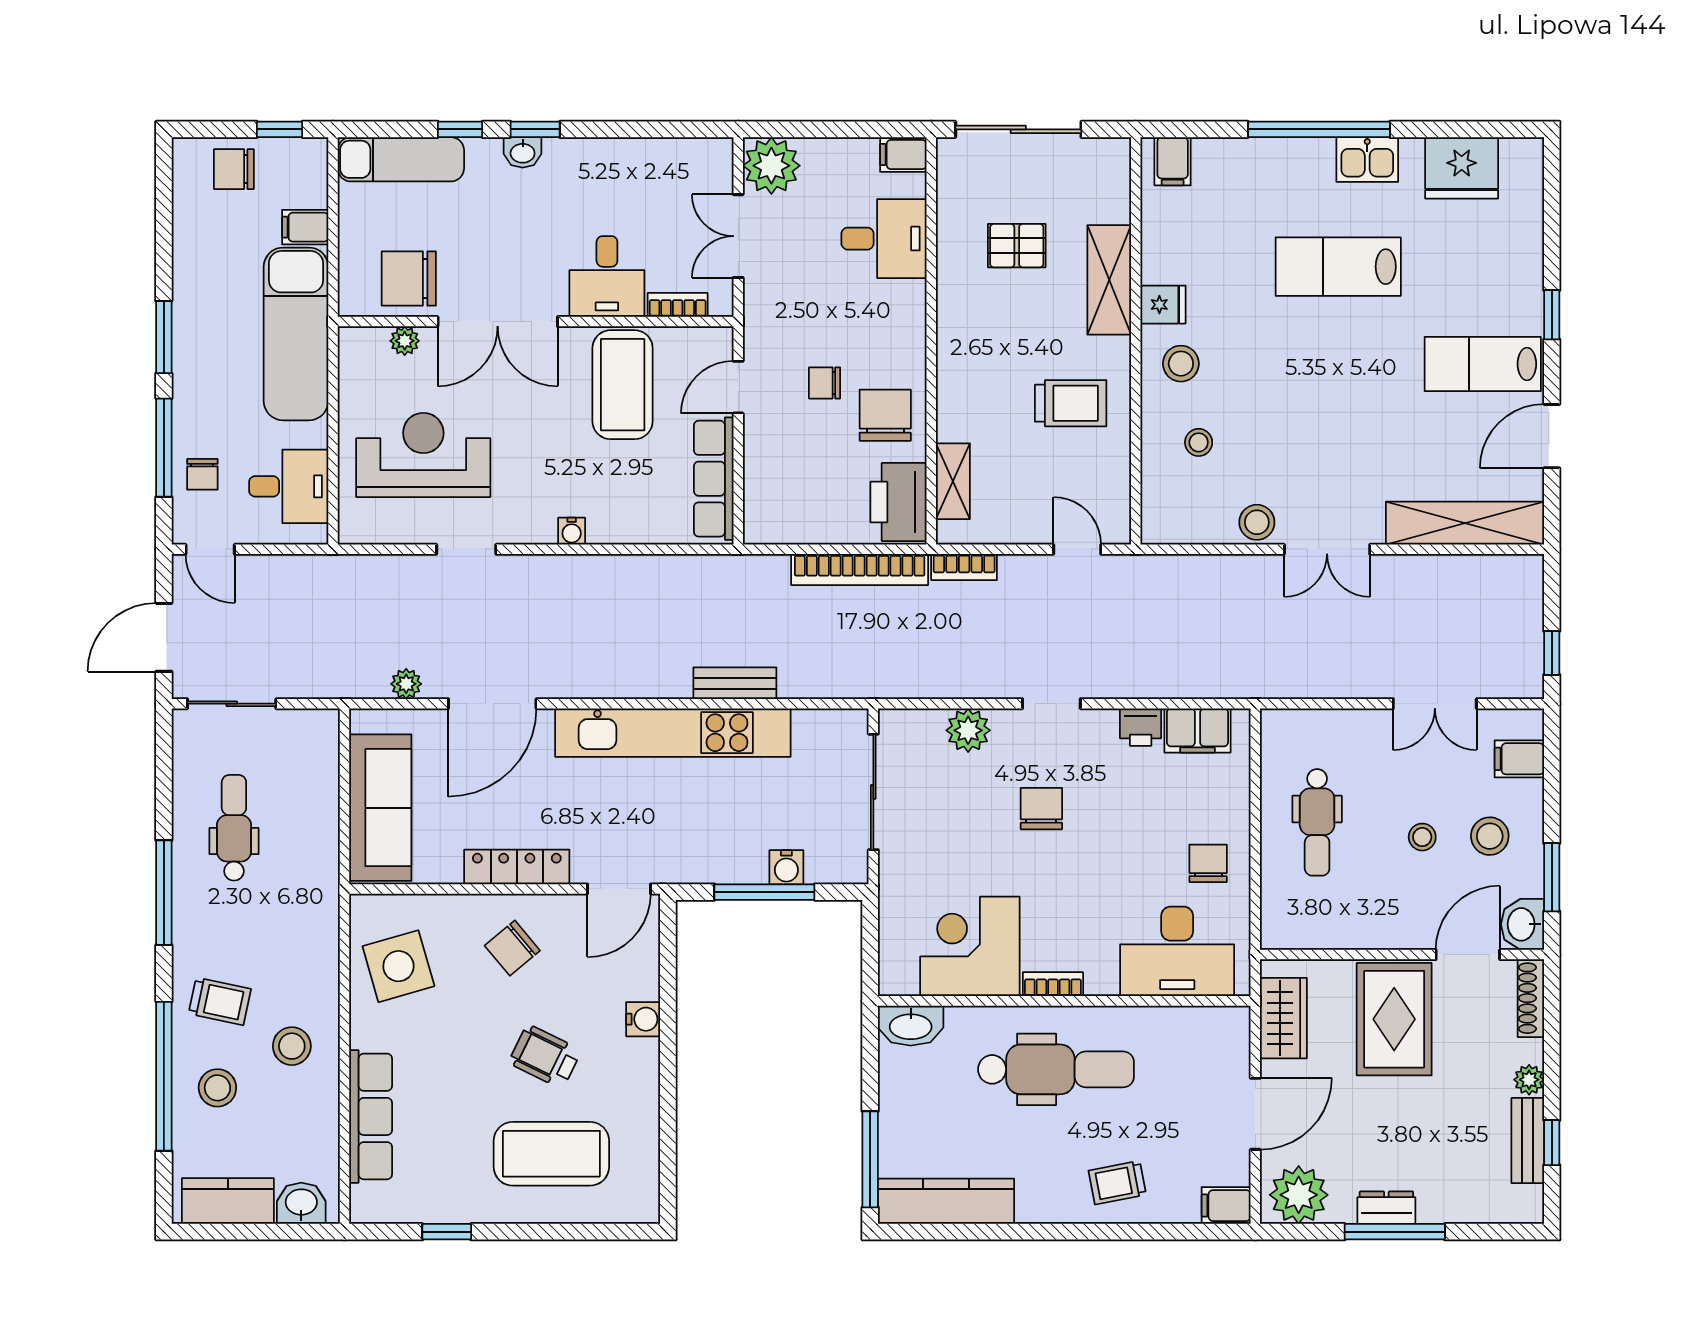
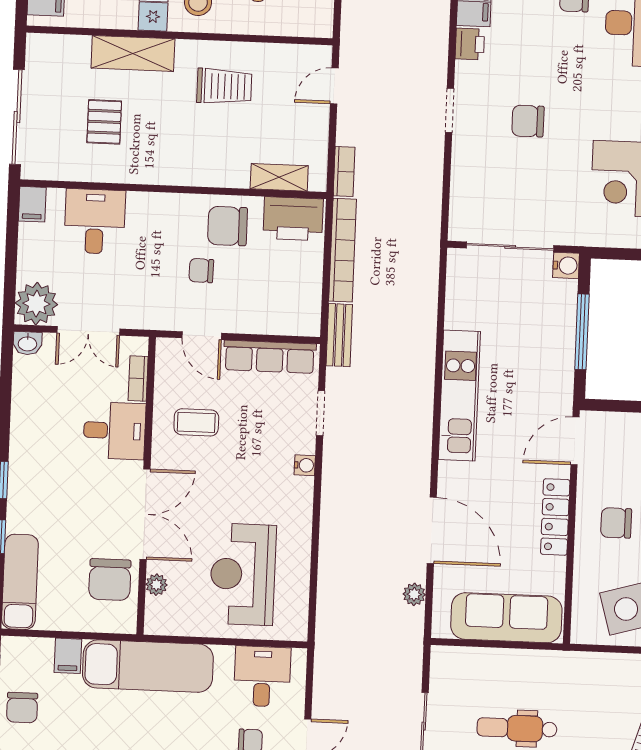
washbasin: (523, 152) -> (27, 343), moved, turned 90
chair: (825, 383) -> (201, 271), turned 91
coffee table: (623, 385) -> (196, 422), width x0.54, depth x0.58
trolley: (1071, 403) -> (224, 86), turned 90
doorway: (466, 549) -> (321, 413), moved
bench: (735, 683) -> (339, 335), moved
plant: (968, 730) -> (467, 174), removed
kitchen unit: (673, 733) -> (459, 396), width x0.73
water cooler: (786, 867) -> (566, 265), moved
door: (619, 889) -> (575, 441), swing flipped
chair: (512, 948) -> (616, 523), turned 130

